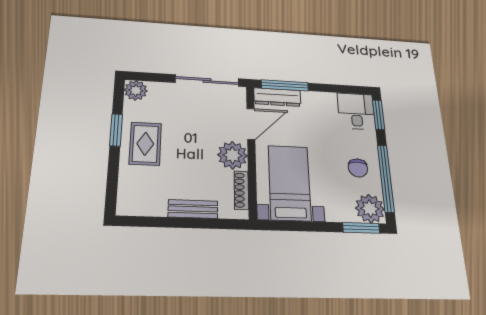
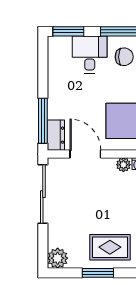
dresser: (277, 97) -> (56, 135), width x0.70
desk: (356, 111) -> (90, 54), moved, turned 90
plant: (233, 155) -> (123, 165), width x0.53, depth x0.53

